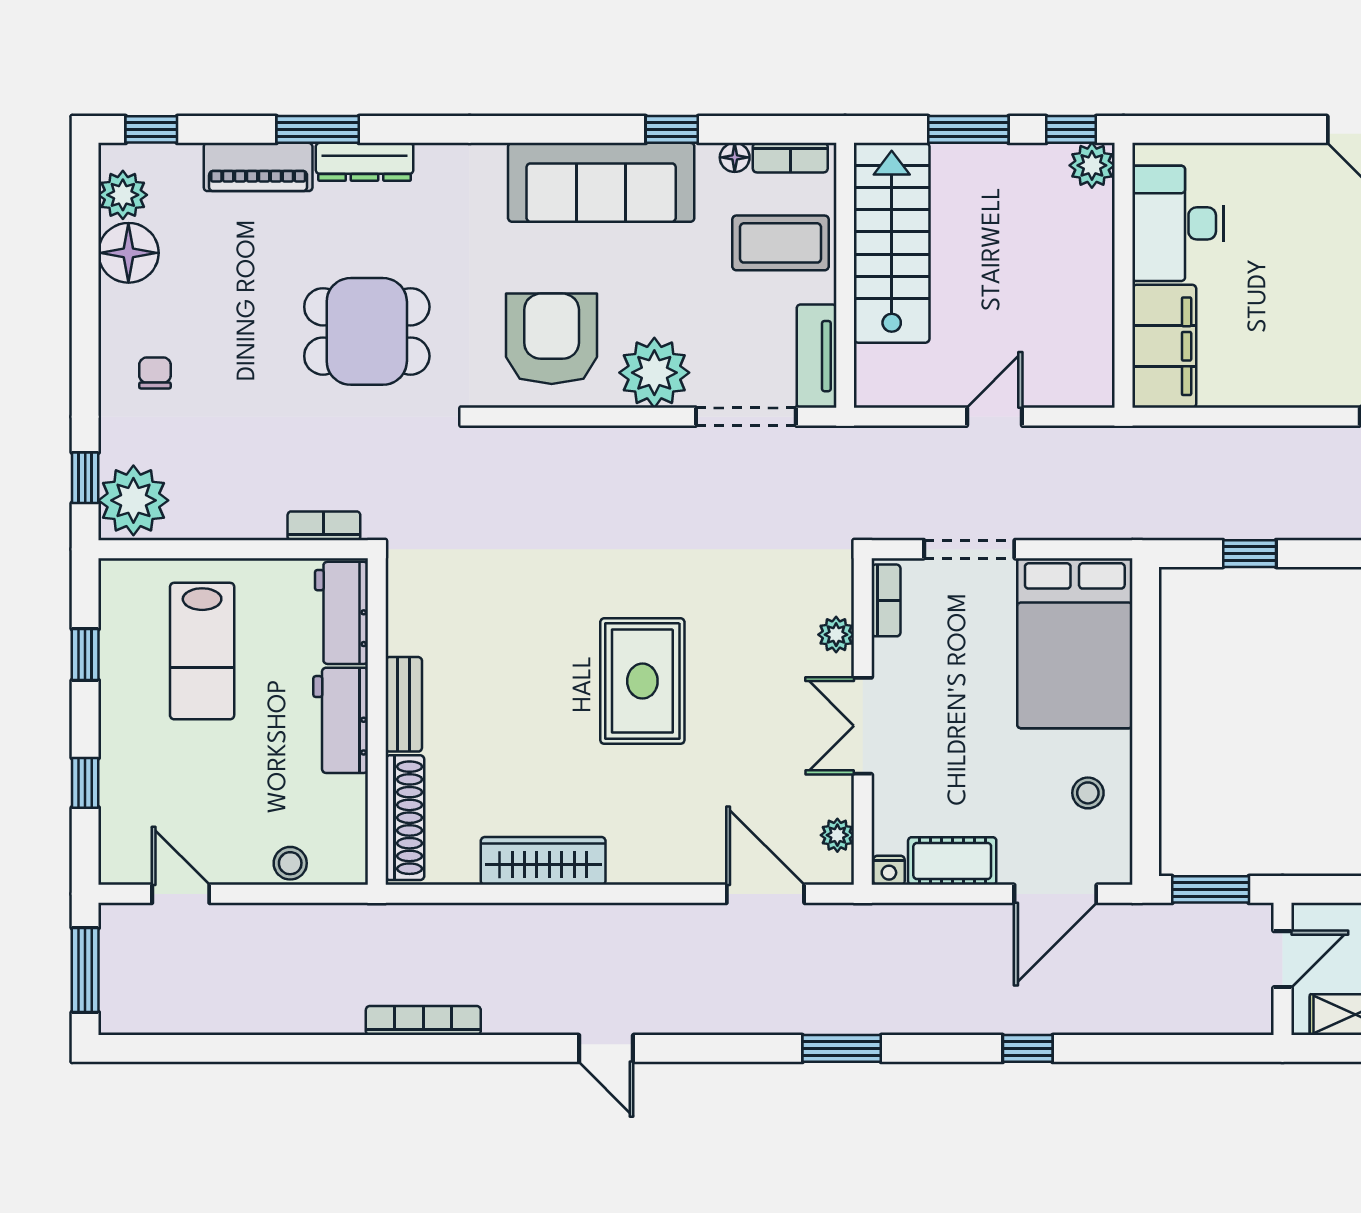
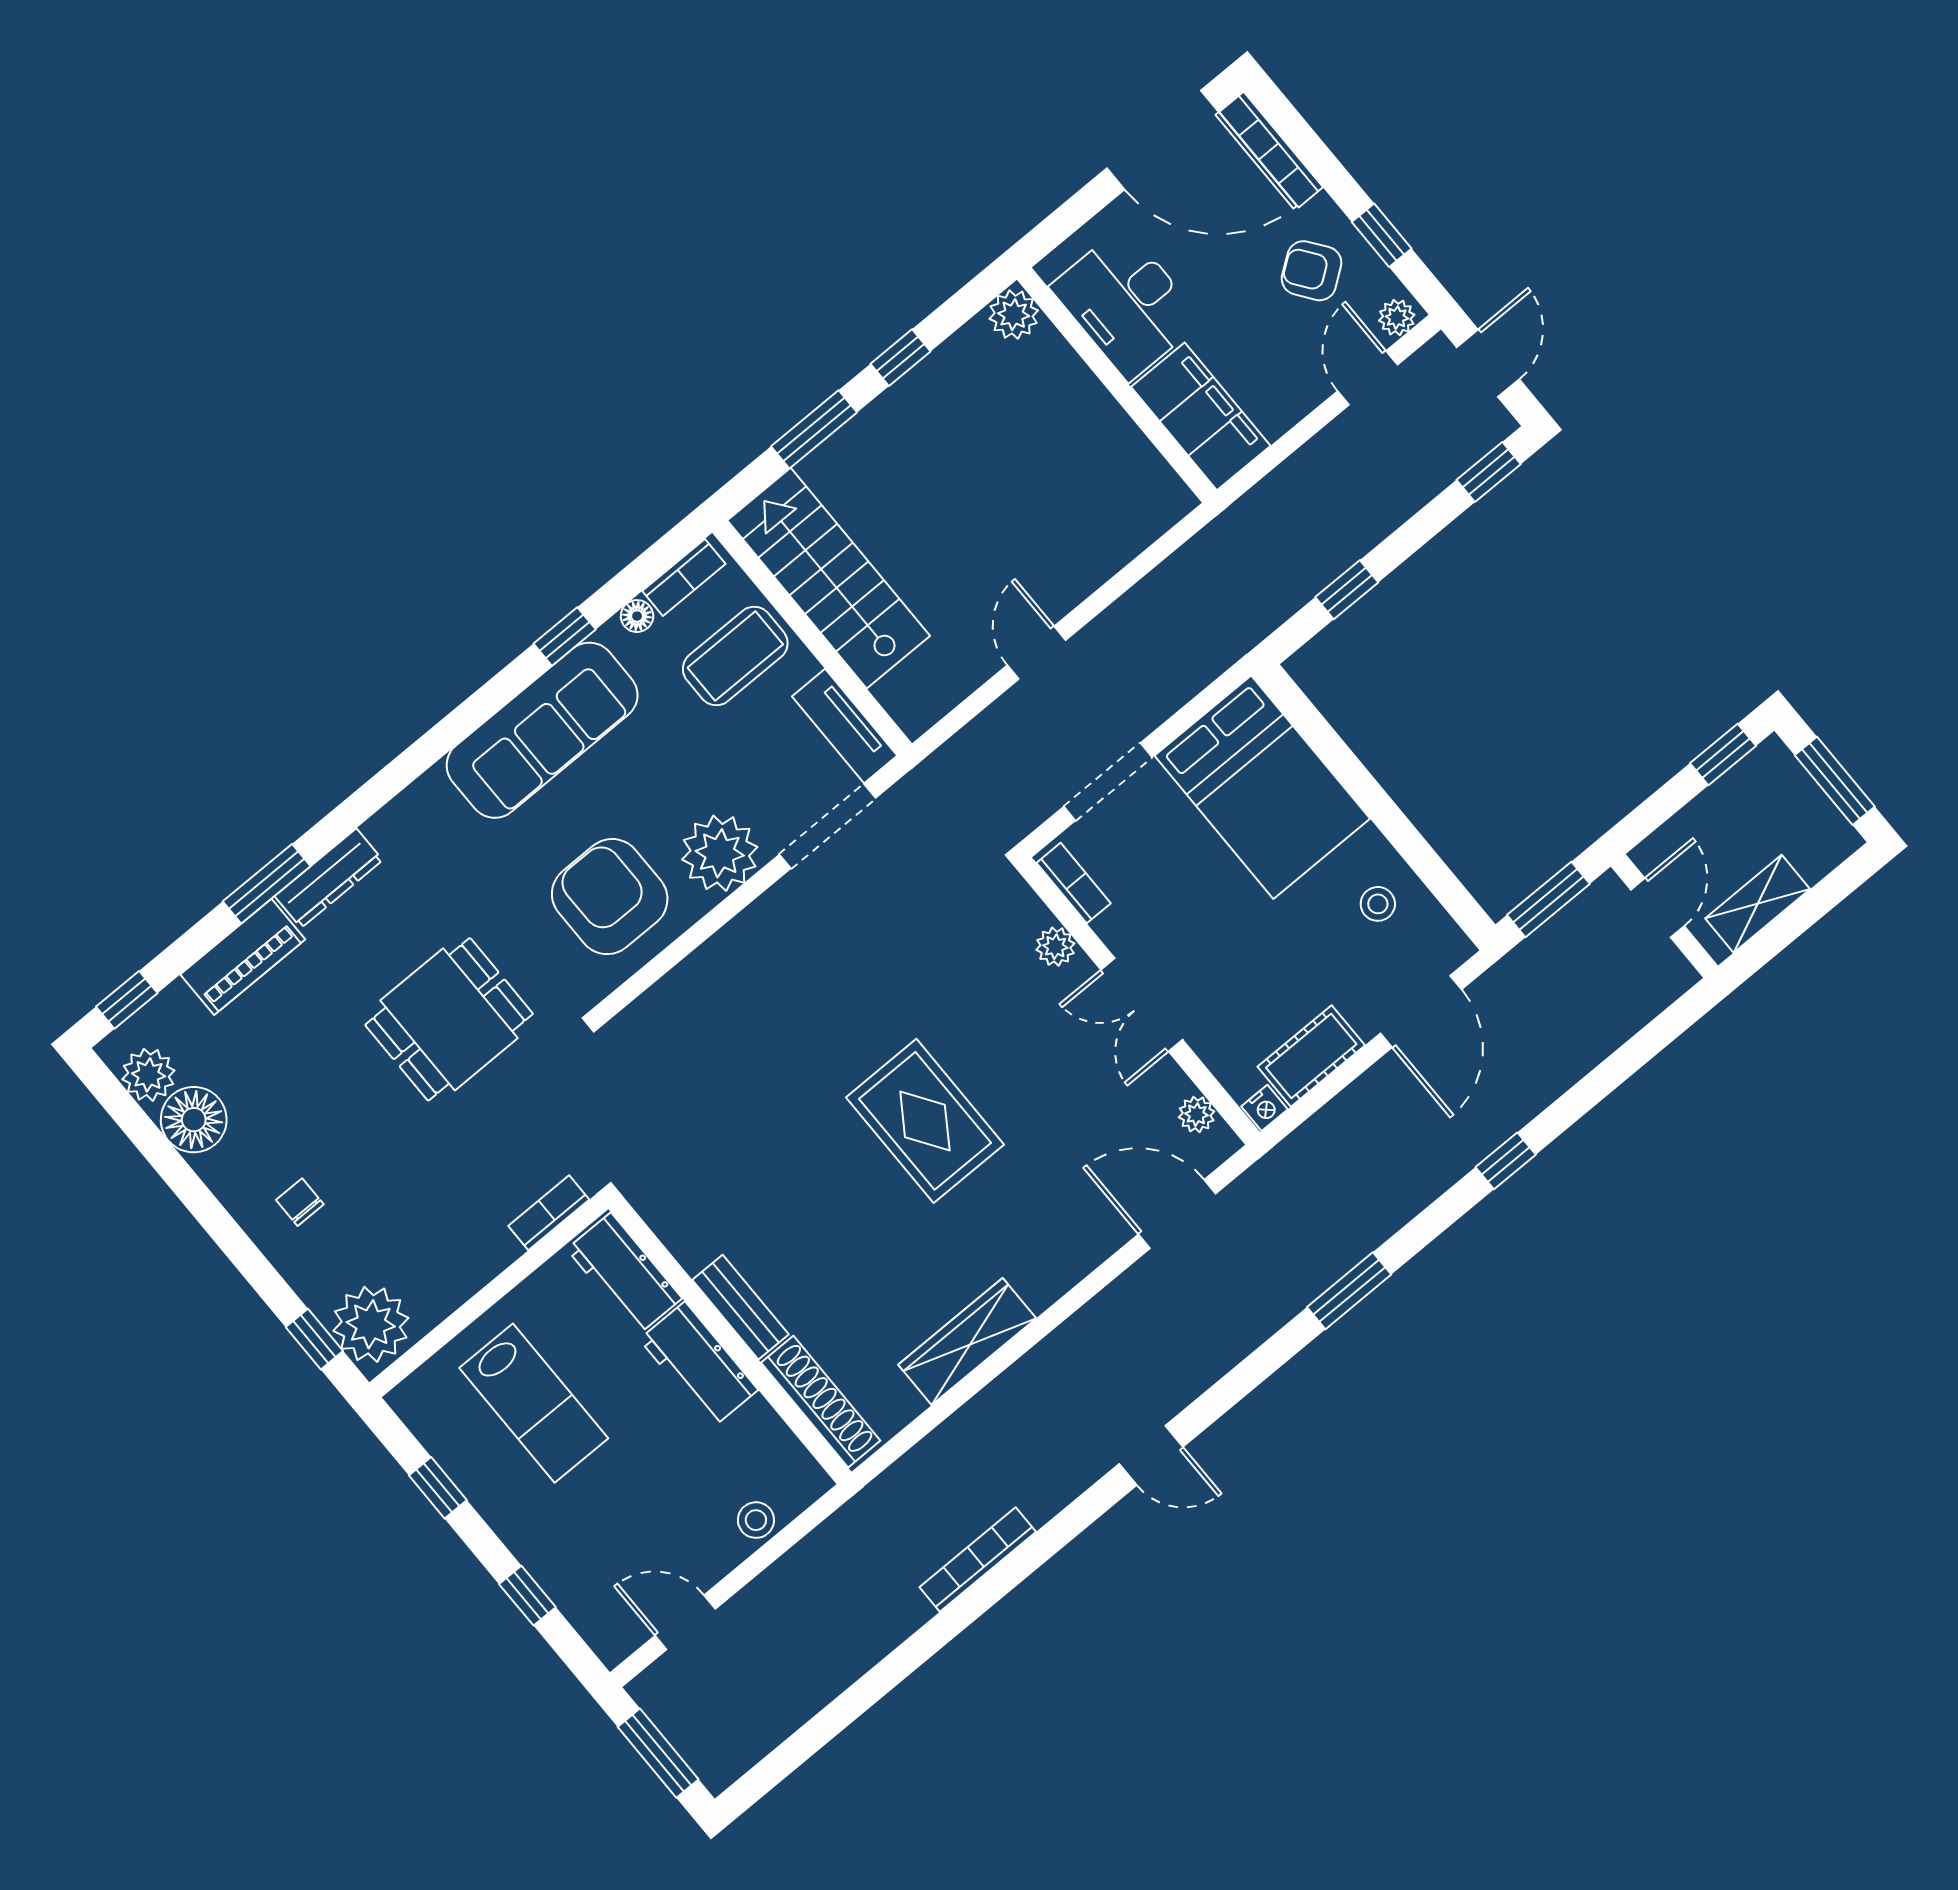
plant: (1092, 165) -> (1014, 315), moved
desk: (1178, 223) -> (1126, 304), moved
wall: (1123, 275) -> (1117, 385), moved
filing cabinet: (1164, 346) -> (1201, 416), moved

